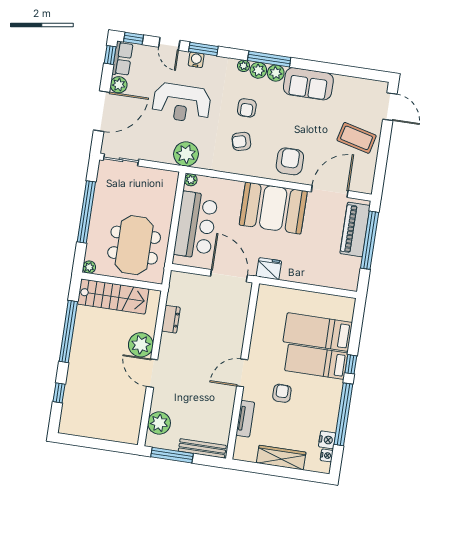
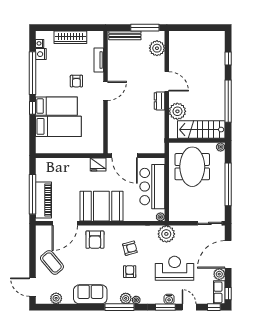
plant: (276, 73) -> (56, 298), moved
coffee table: (357, 138) -> (52, 262), turned 36
dresser: (171, 319) -> (160, 101), moved
plant: (141, 345) -> (177, 111), moved

